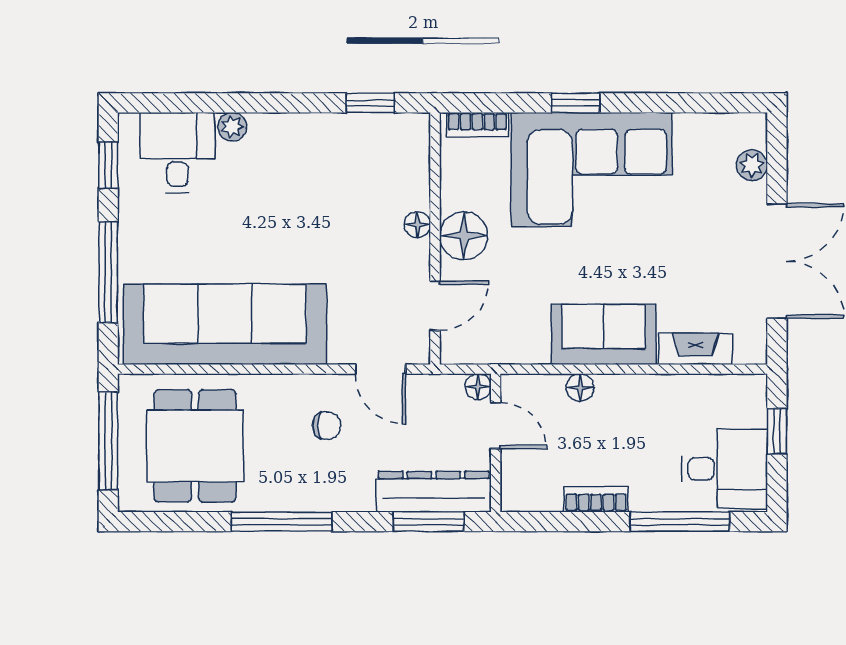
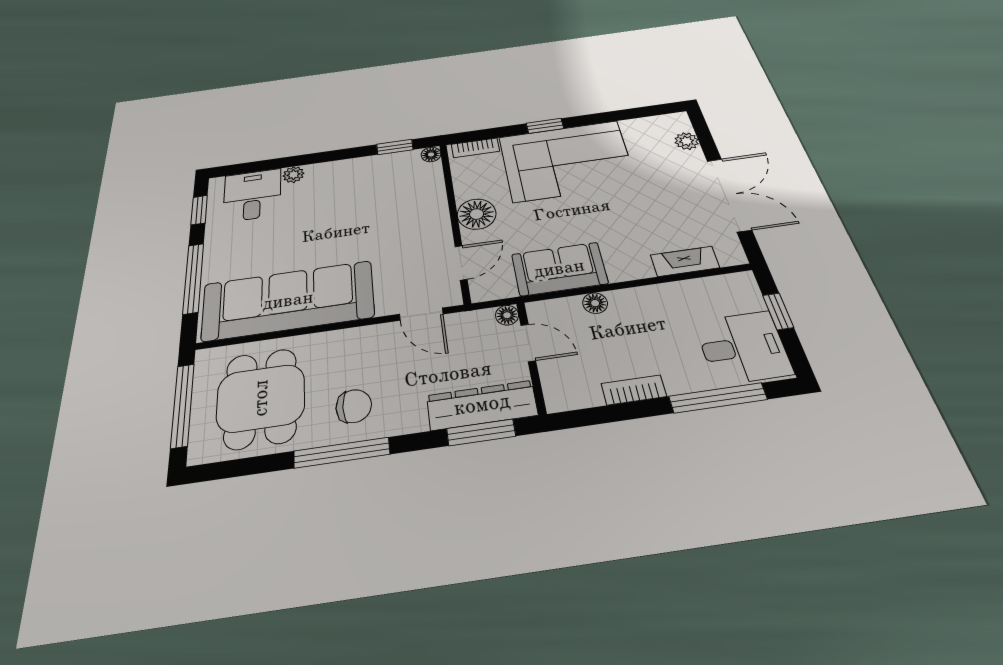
floor lamp: (417, 225) -> (431, 154), moved
sofa: (604, 334) -> (559, 269), moved
chair: (327, 426) -> (354, 406), moved, width x1.37, depth x1.37

